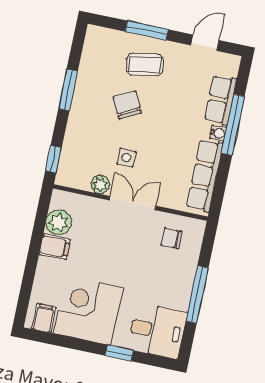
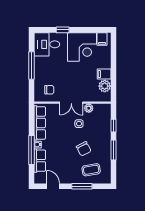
door: (205, 43) -> (53, 186), swing flipped
coffee table: (145, 65) -> (91, 170), moved
window: (53, 159) -> (113, 126), moved

